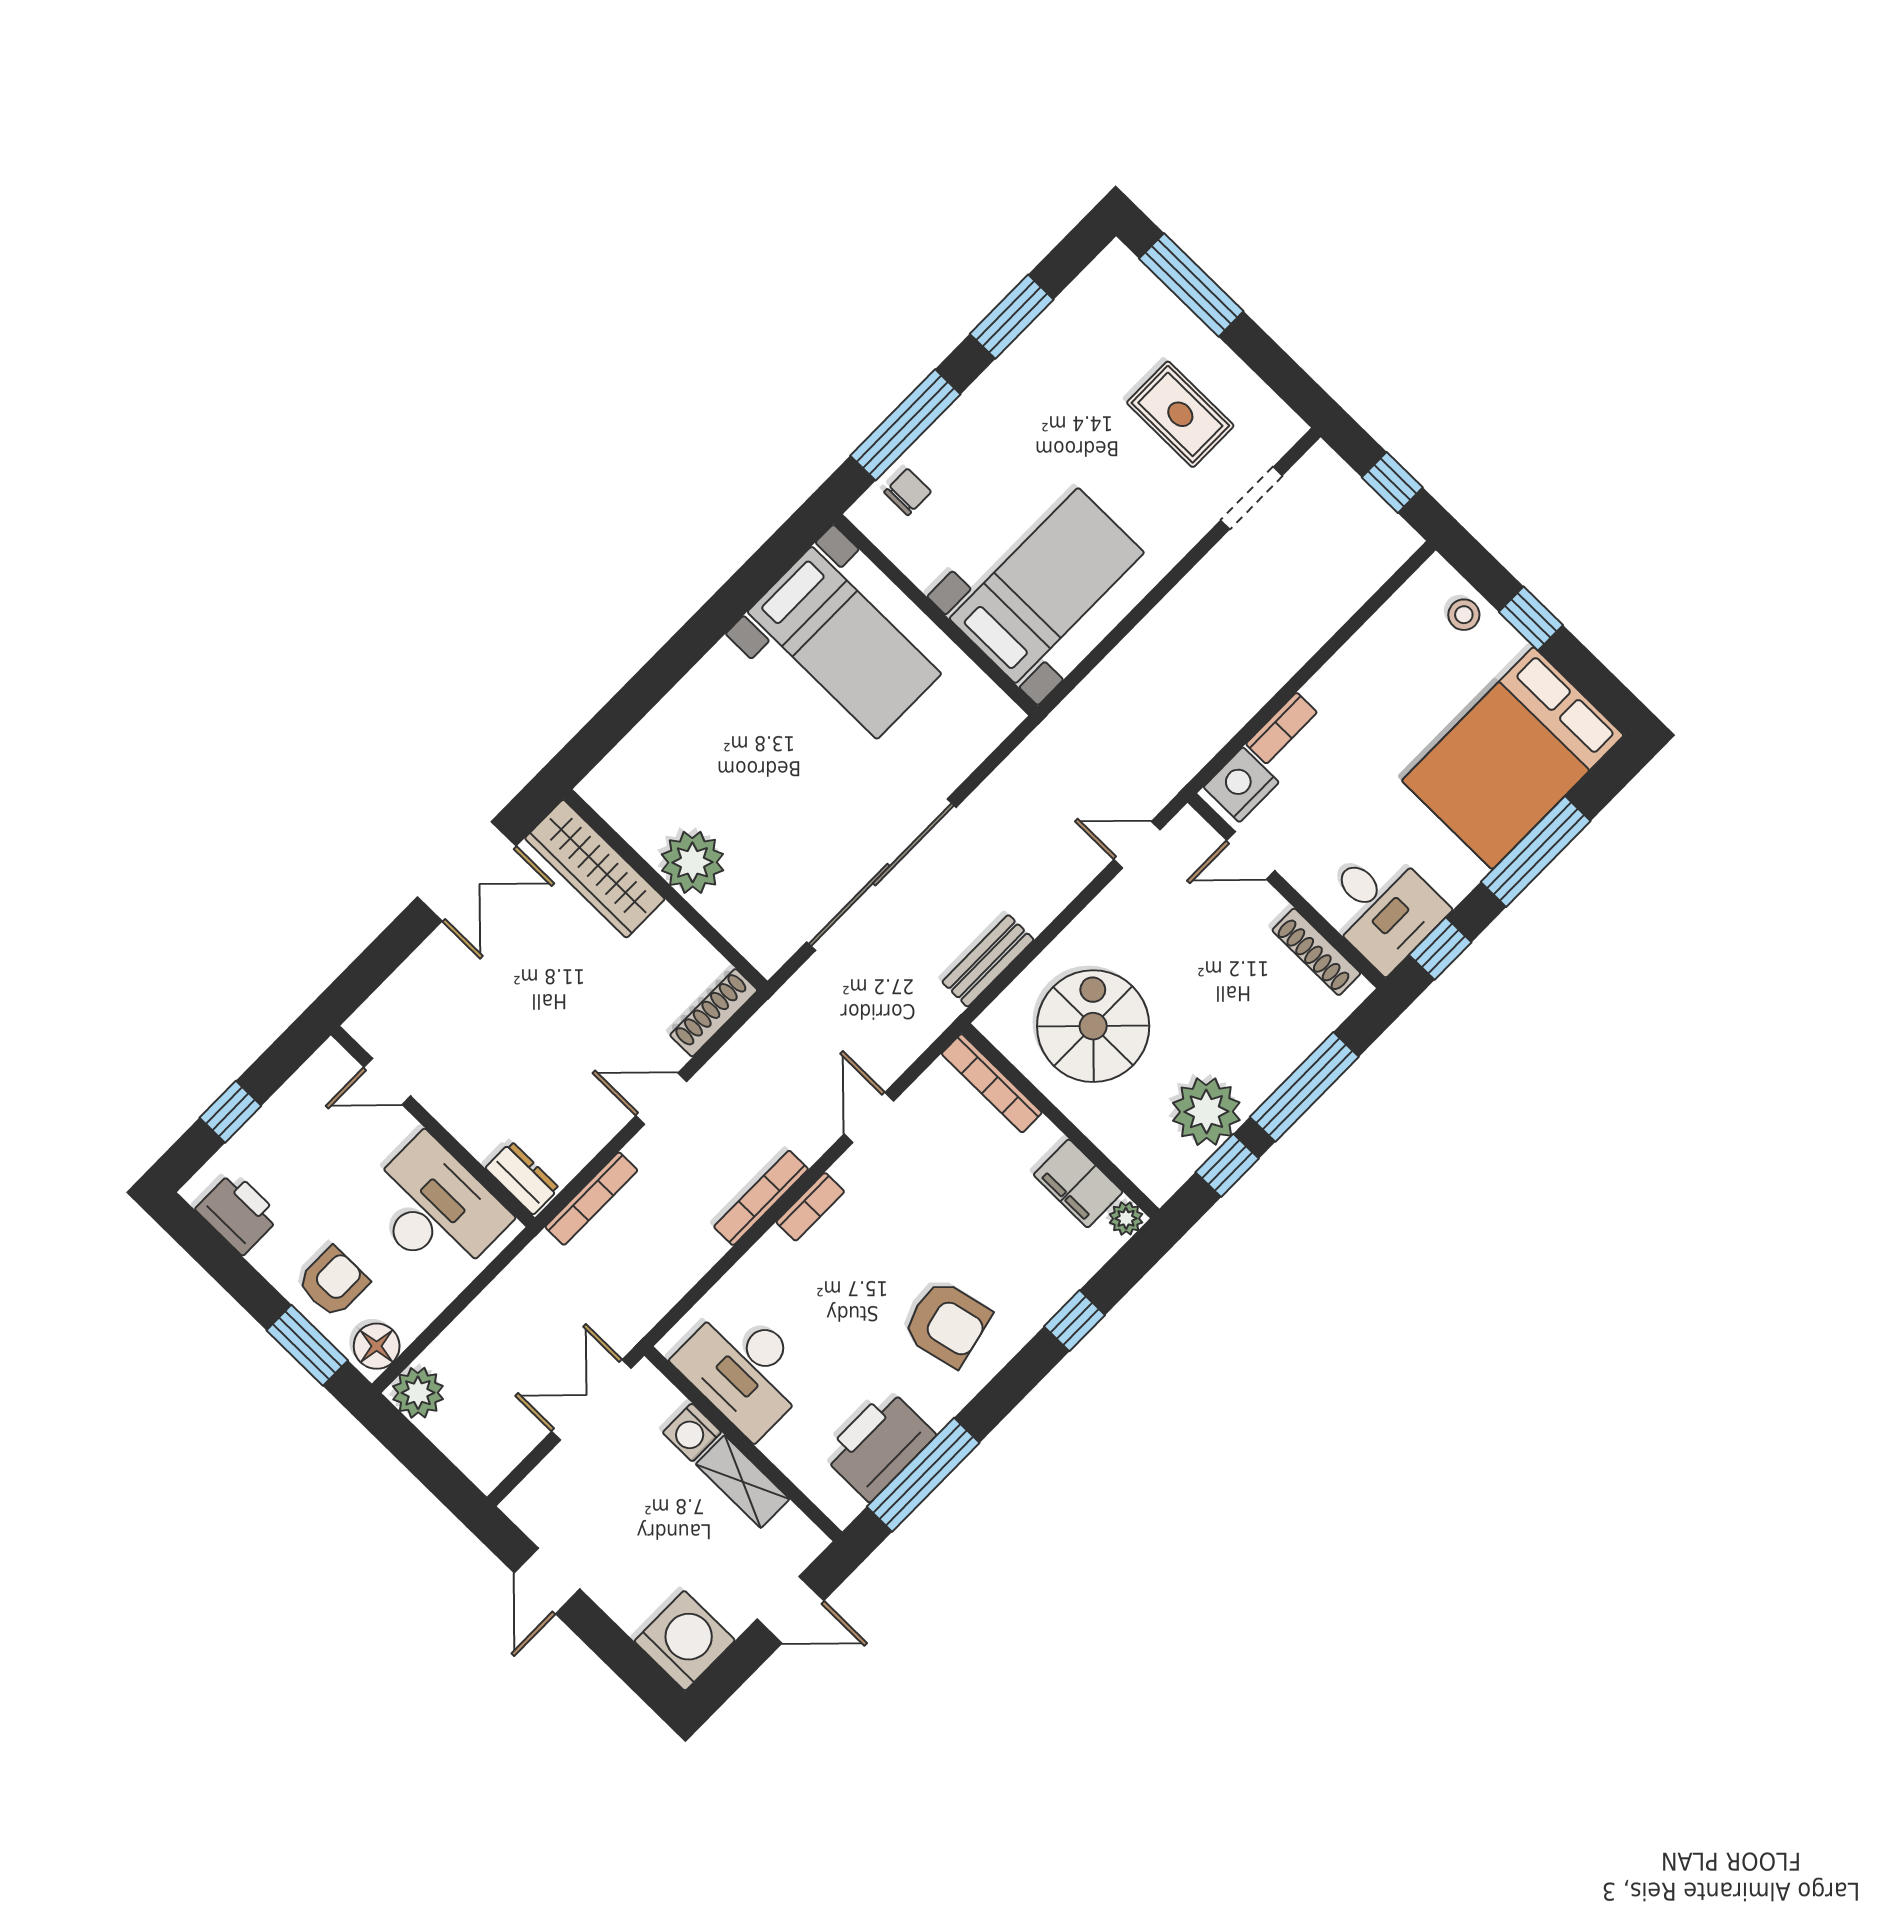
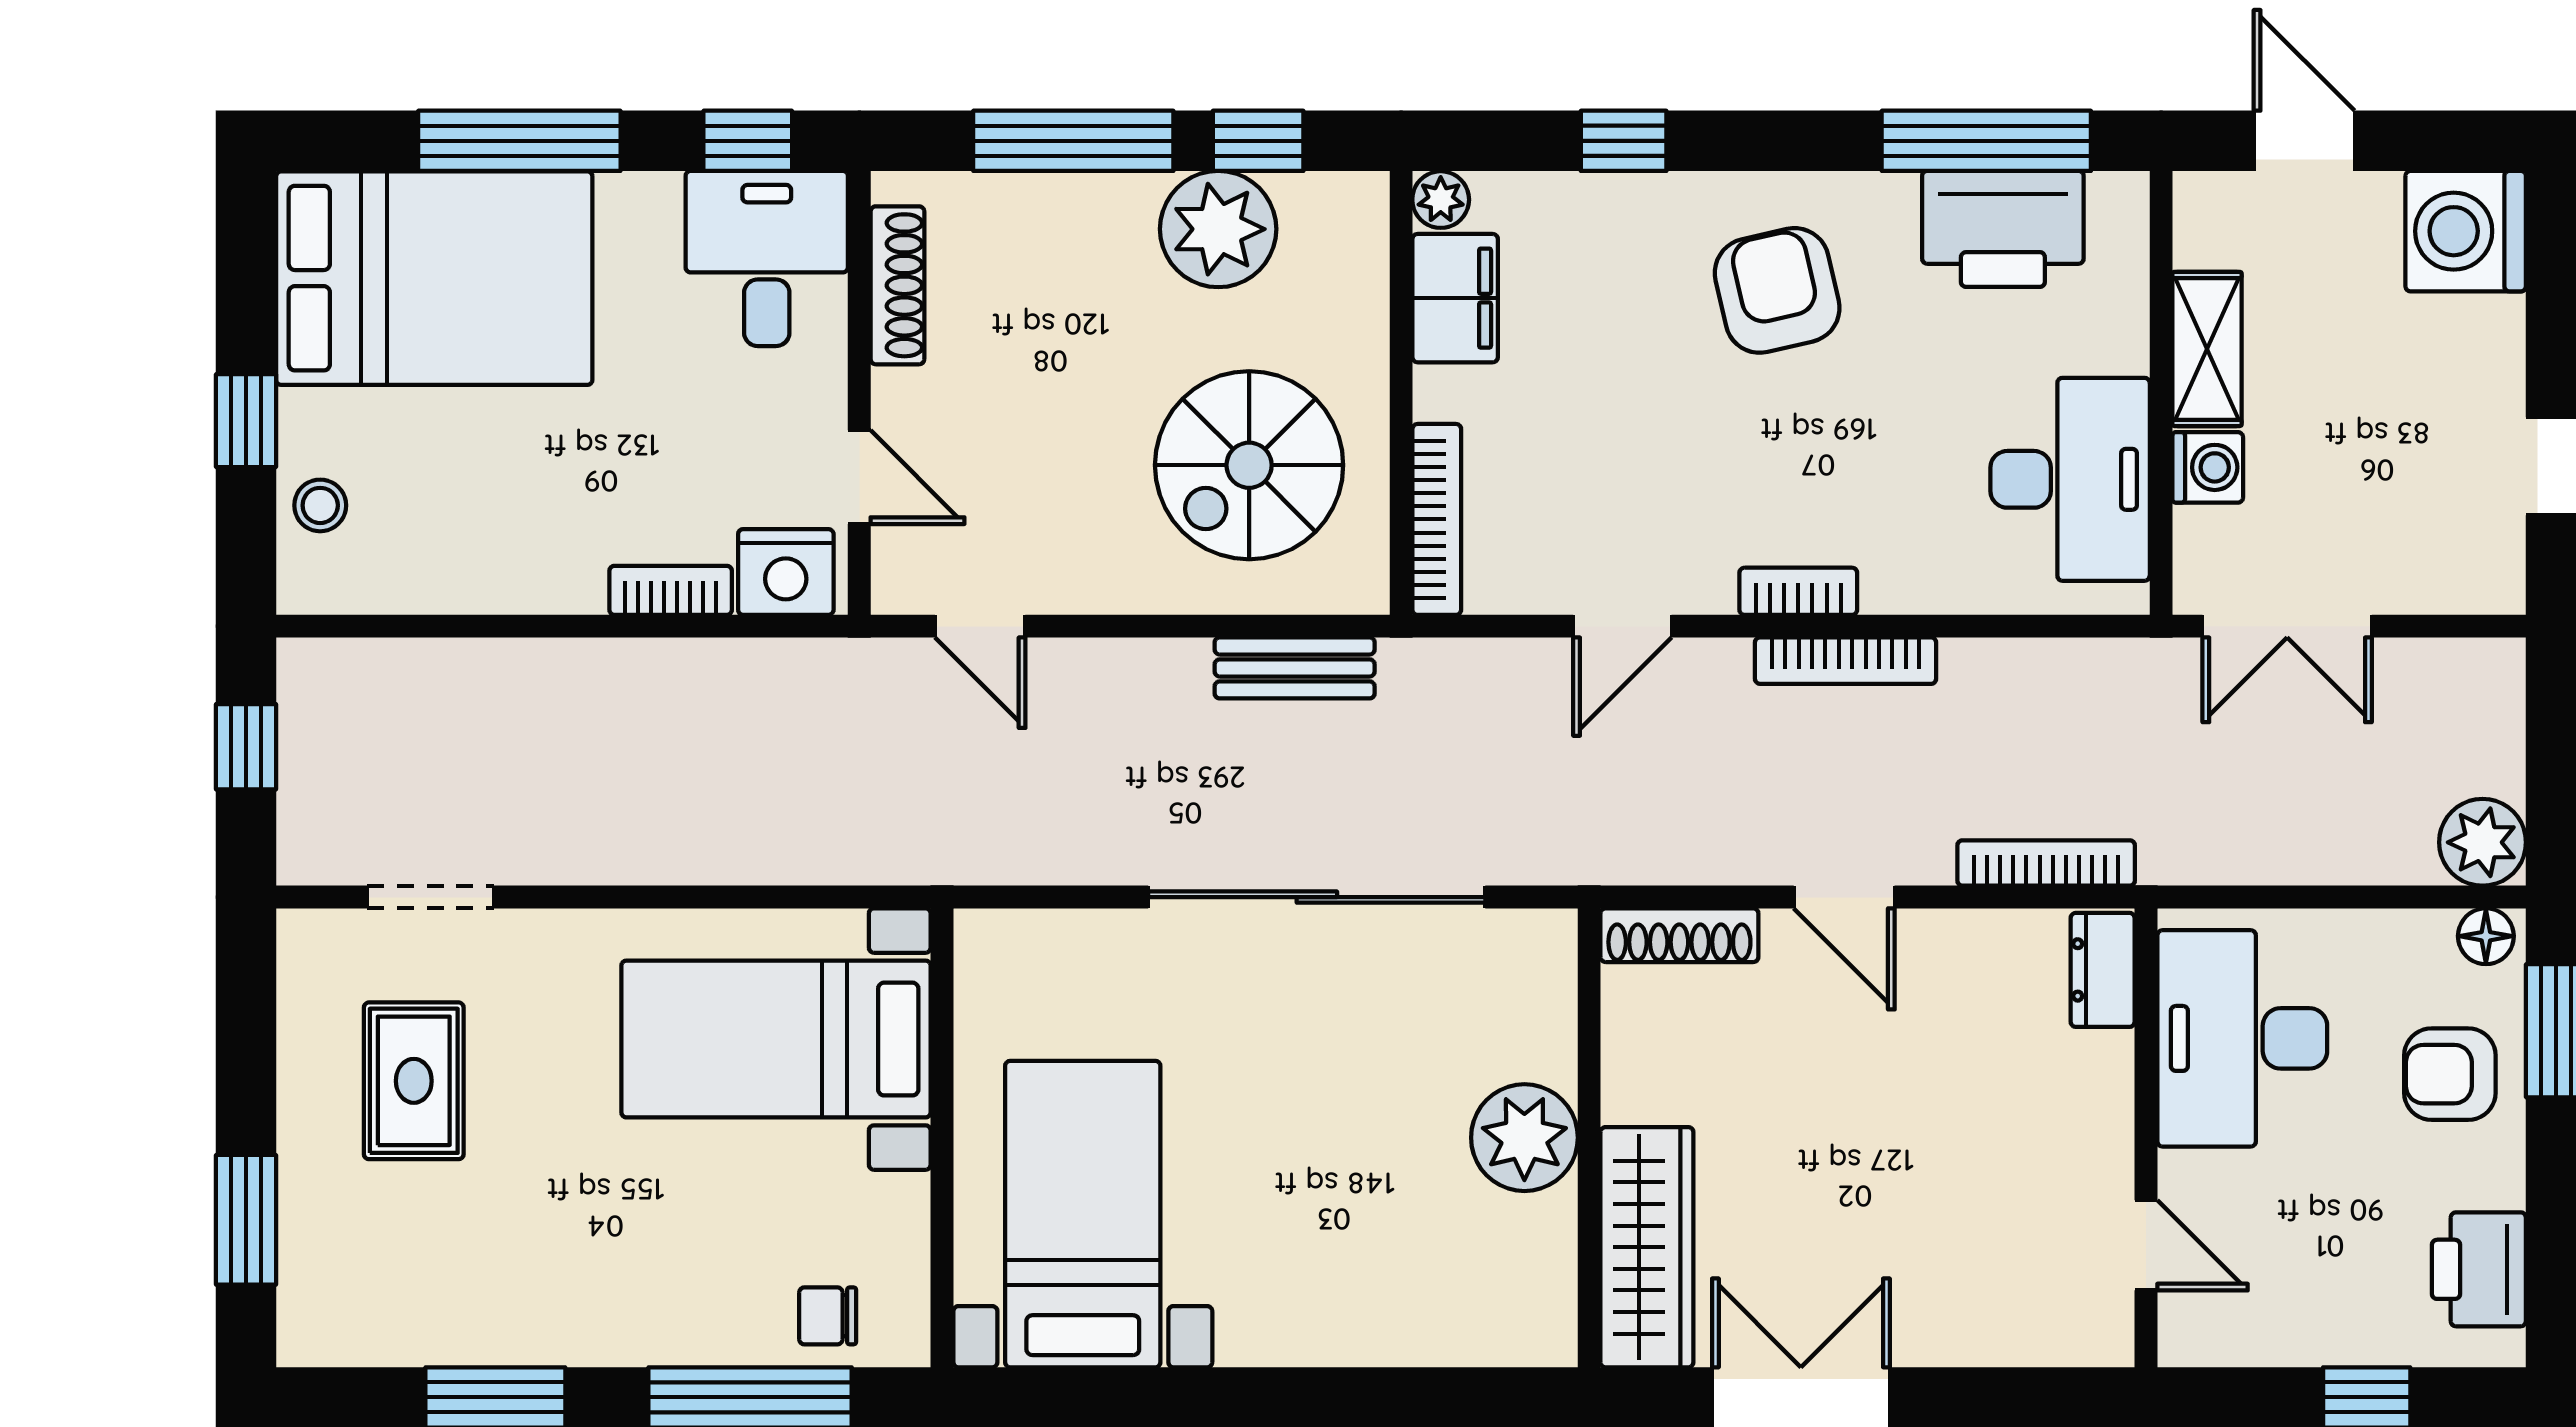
window: (1191, 285) -> (246, 1220), width x0.69
floor lamp: (377, 1346) -> (2486, 936), width x0.73, depth x0.73

